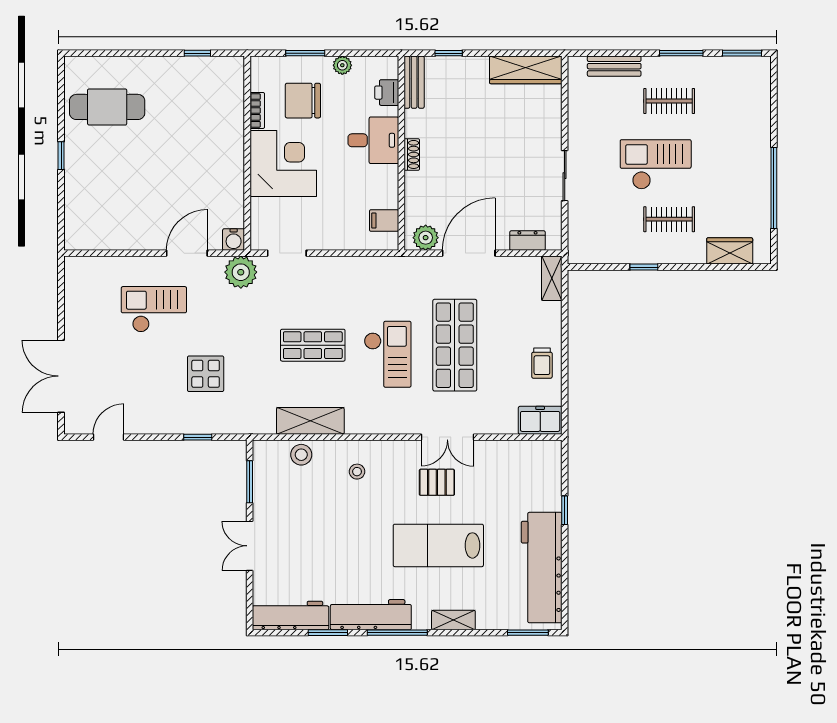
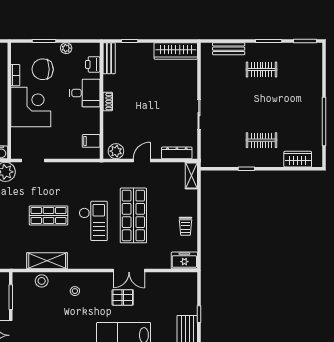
checkout: (656, 164) -> (253, 107), removed
dresser: (527, 241) -> (177, 153), width x1.44
door: (469, 253) -> (142, 161), width x0.53

